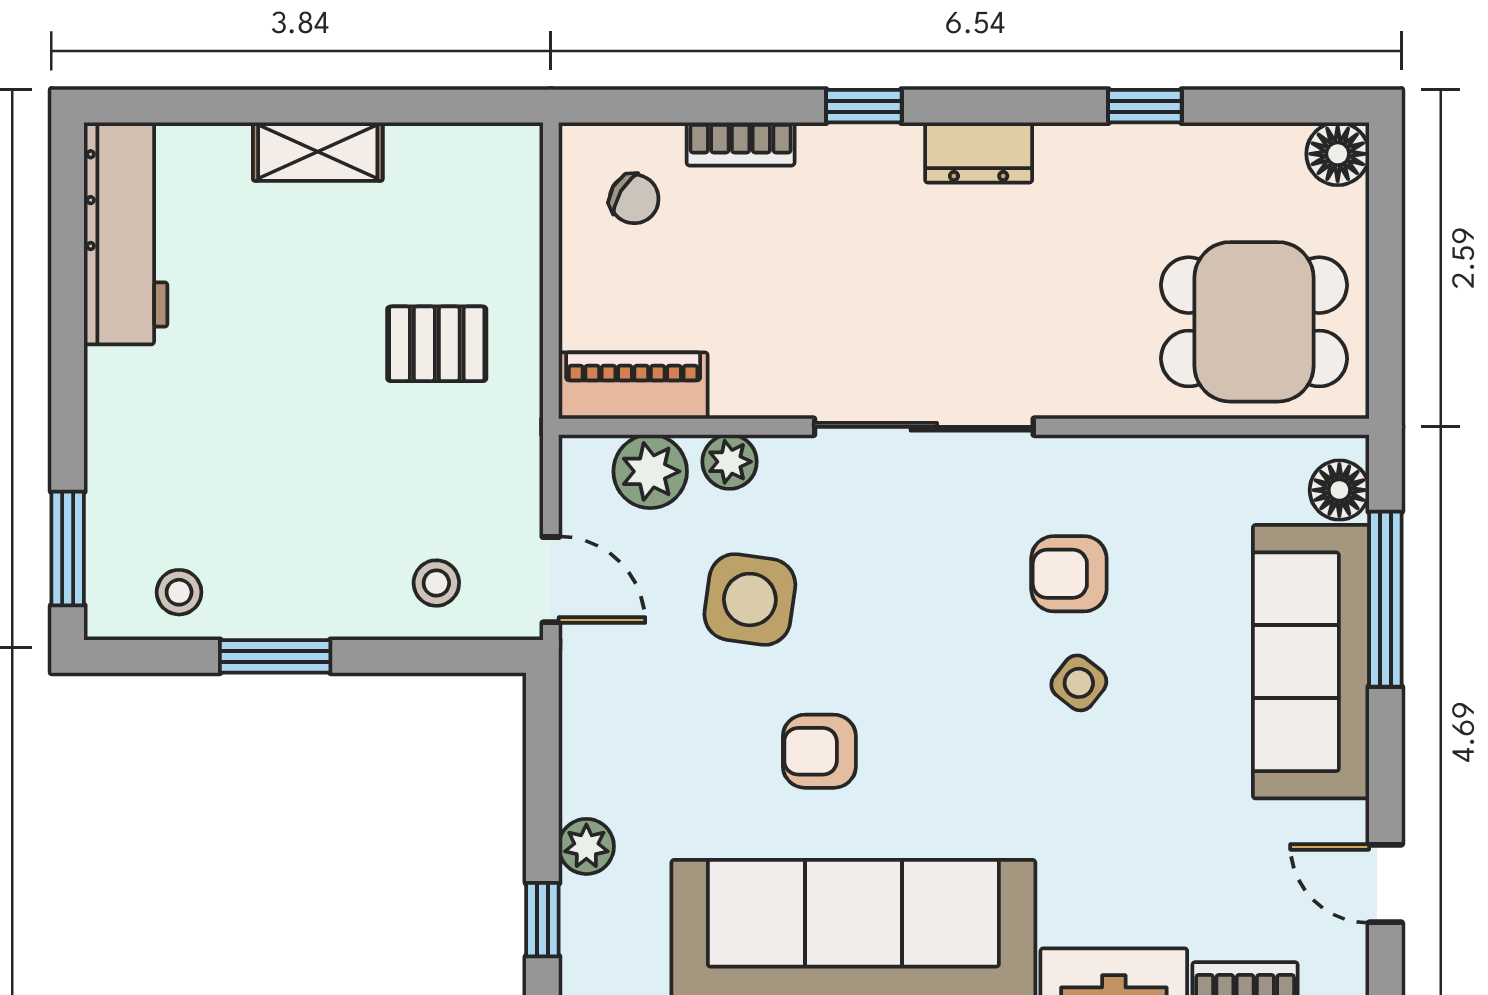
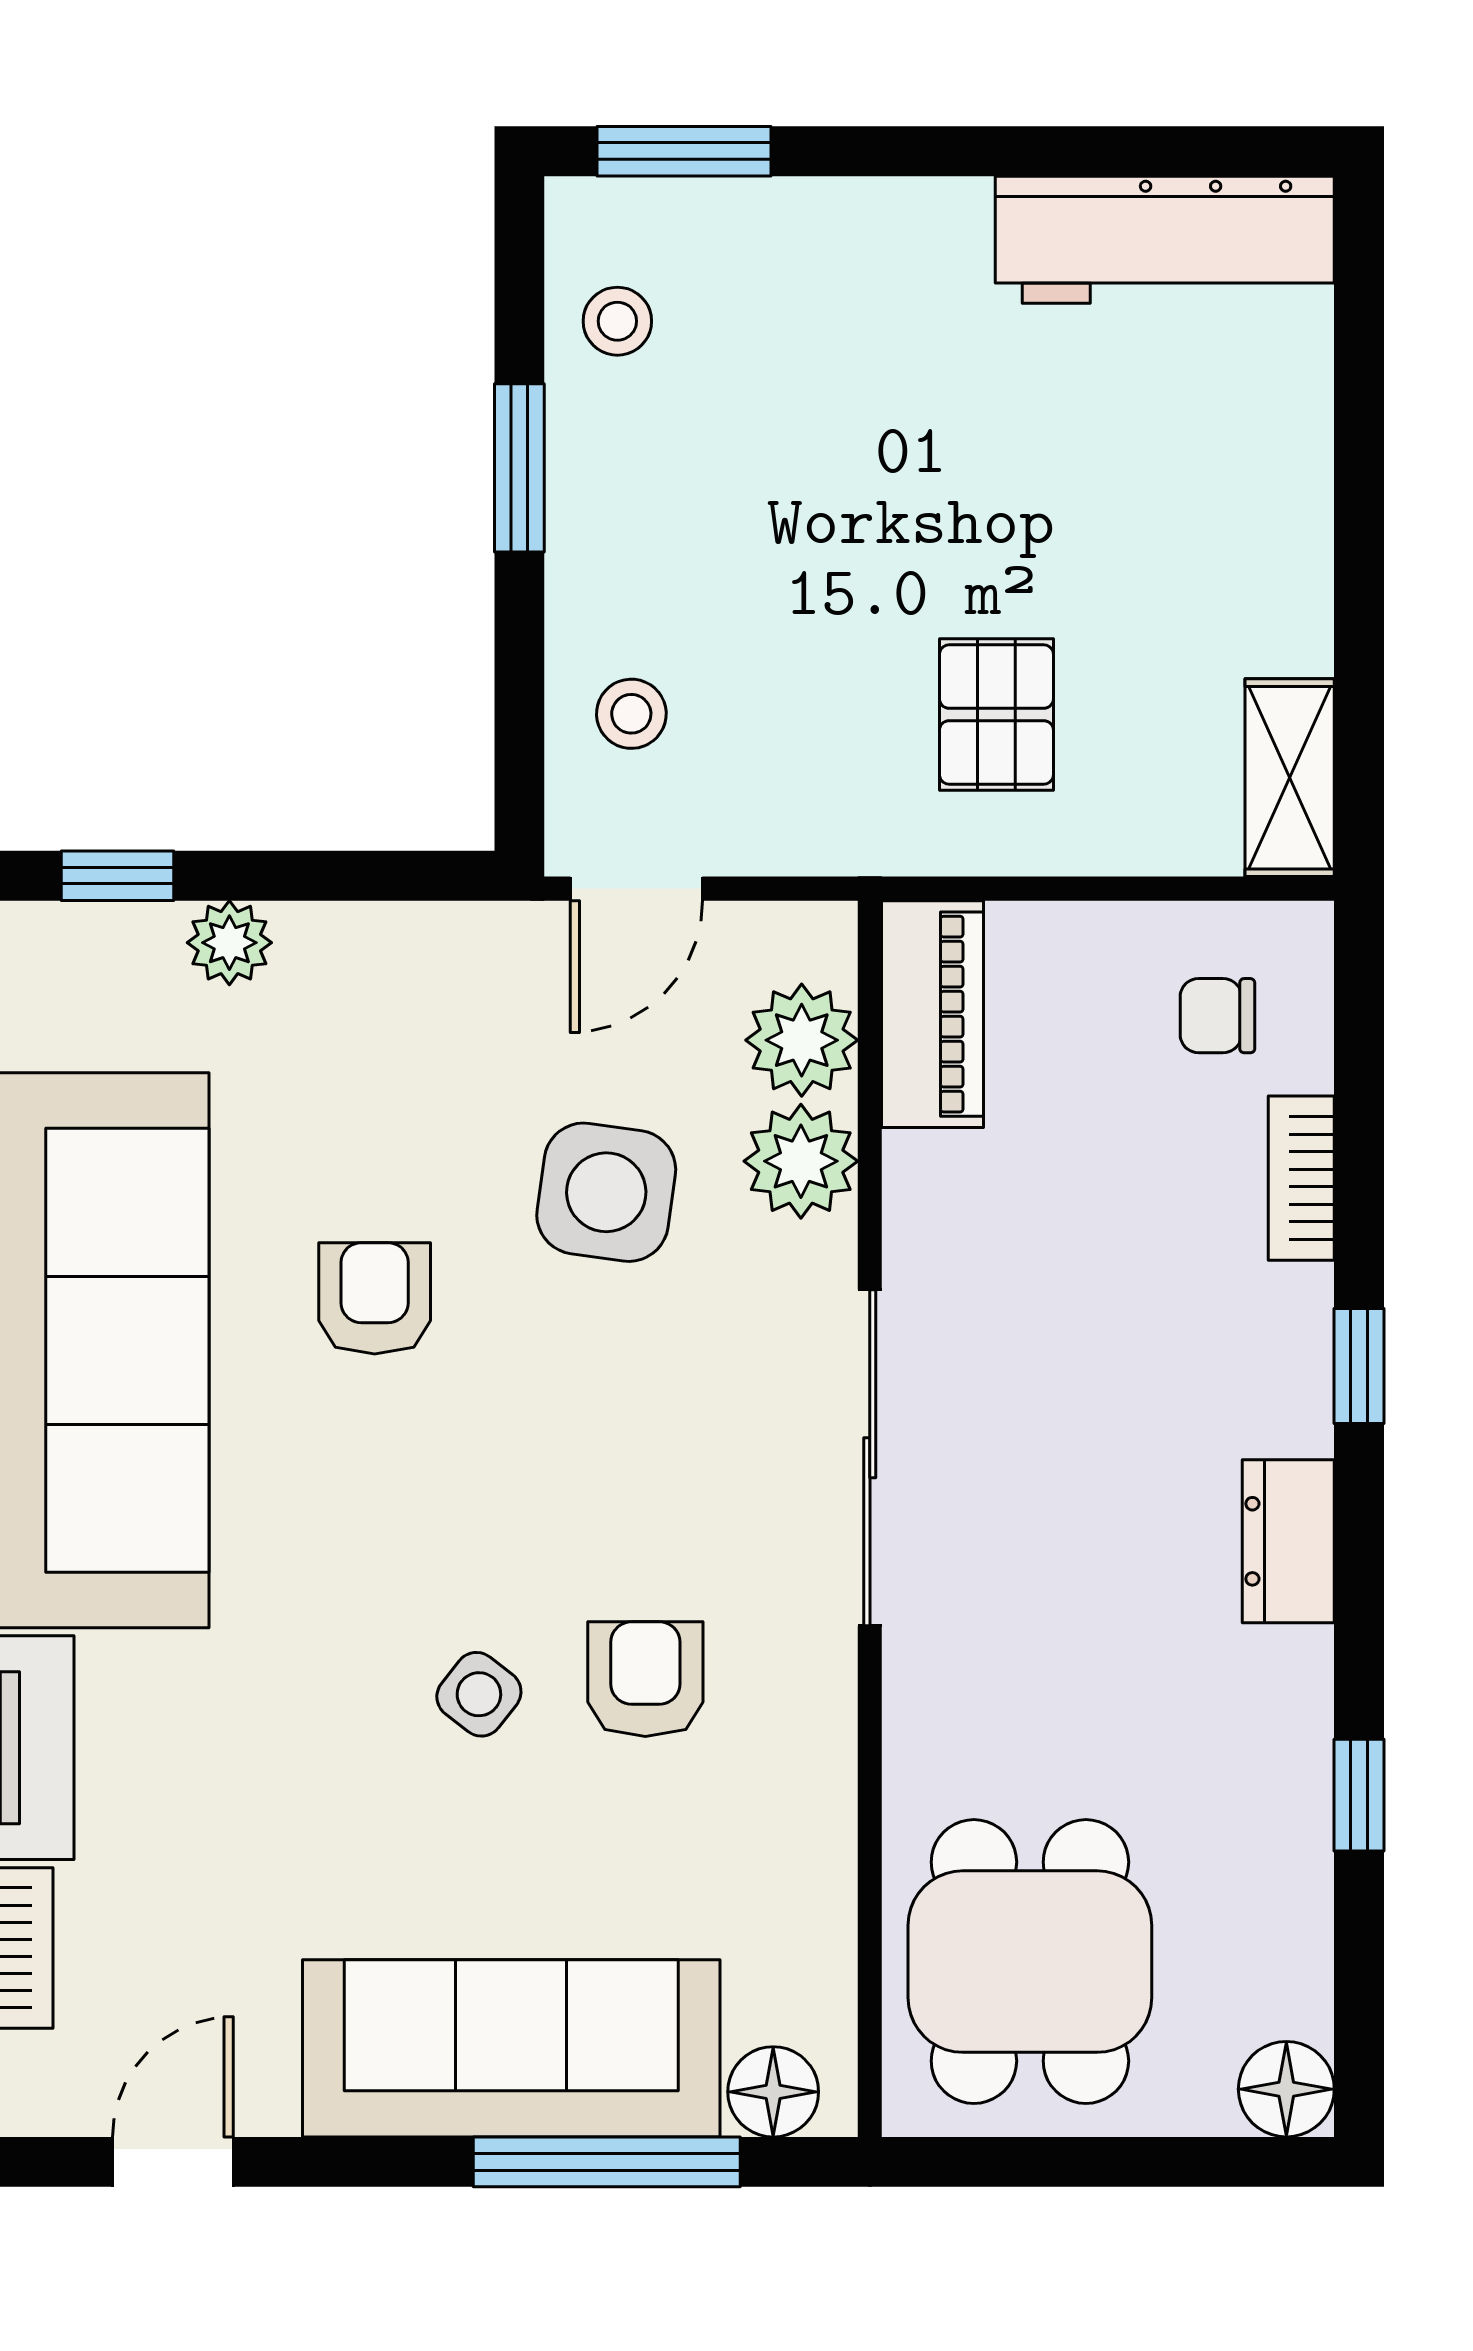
shelving: (318, 152) -> (1290, 778), moved
chair: (634, 199) -> (1217, 1016), turned 59
plant: (730, 462) -> (801, 1161), width x1.38, depth x1.38

